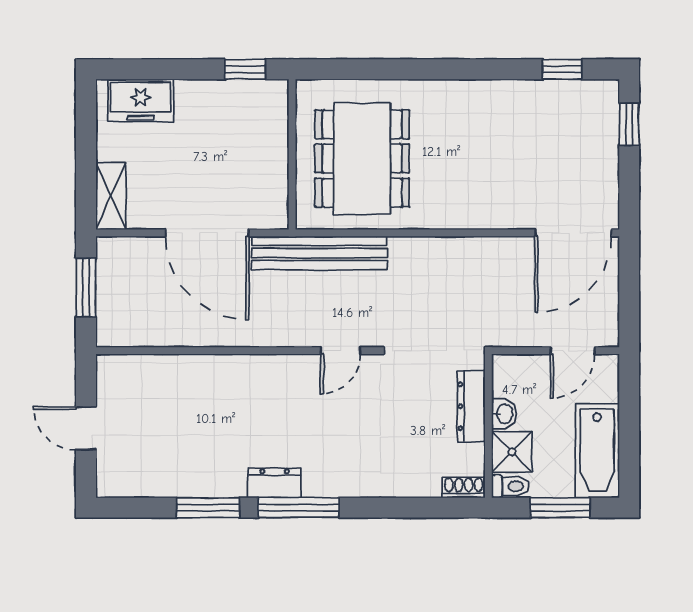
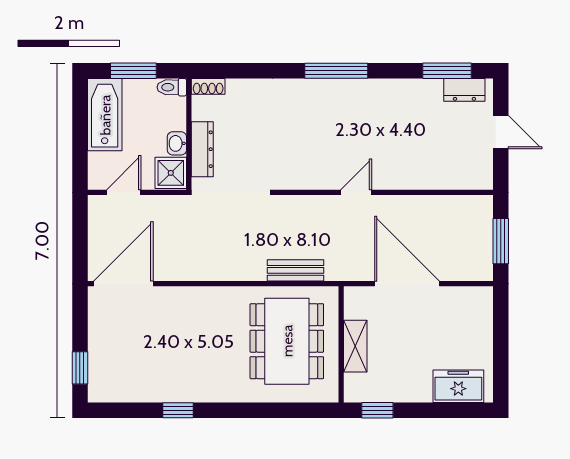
window: (562, 69) -> (178, 410), moved
shelving: (111, 196) -> (355, 346), moved
bench: (319, 253) -> (296, 270), width x0.54, depth x0.82
door: (340, 351) -> (356, 192), moved
shower: (512, 452) -> (171, 173), moved
dresser: (275, 483) -> (464, 90), moved
window: (208, 508) -> (447, 71), moved

